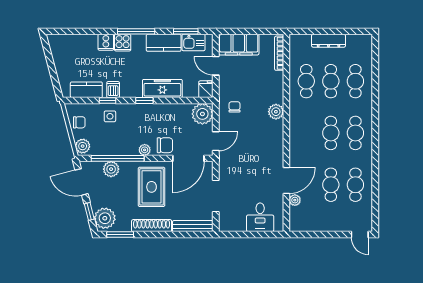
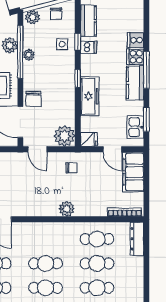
dresser: (328, 41) -> (137, 239), moved
kitchen counter: (164, 43) -> (135, 83), moved
door: (216, 66) -> (112, 149), swing flipped
plant: (145, 150) -> (29, 55), moved

